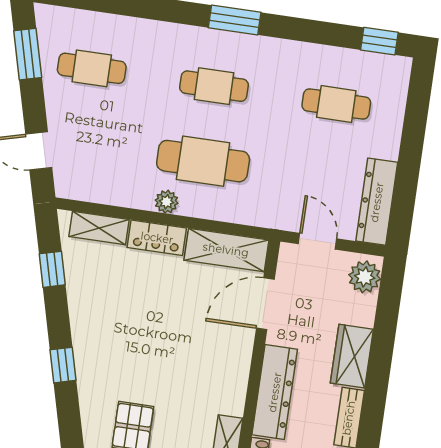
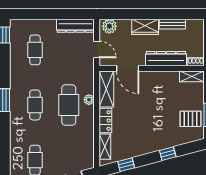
plant: (167, 202) -> (89, 100), moved
door: (317, 241) -> (97, 49), swing flipped

